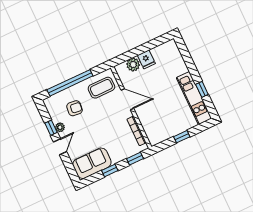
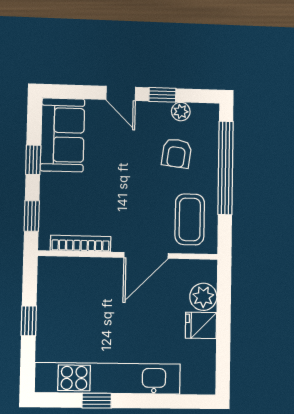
kitchen unit: (194, 98) -> (108, 378), width x1.36
plant: (60, 127) -> (181, 112), moved

